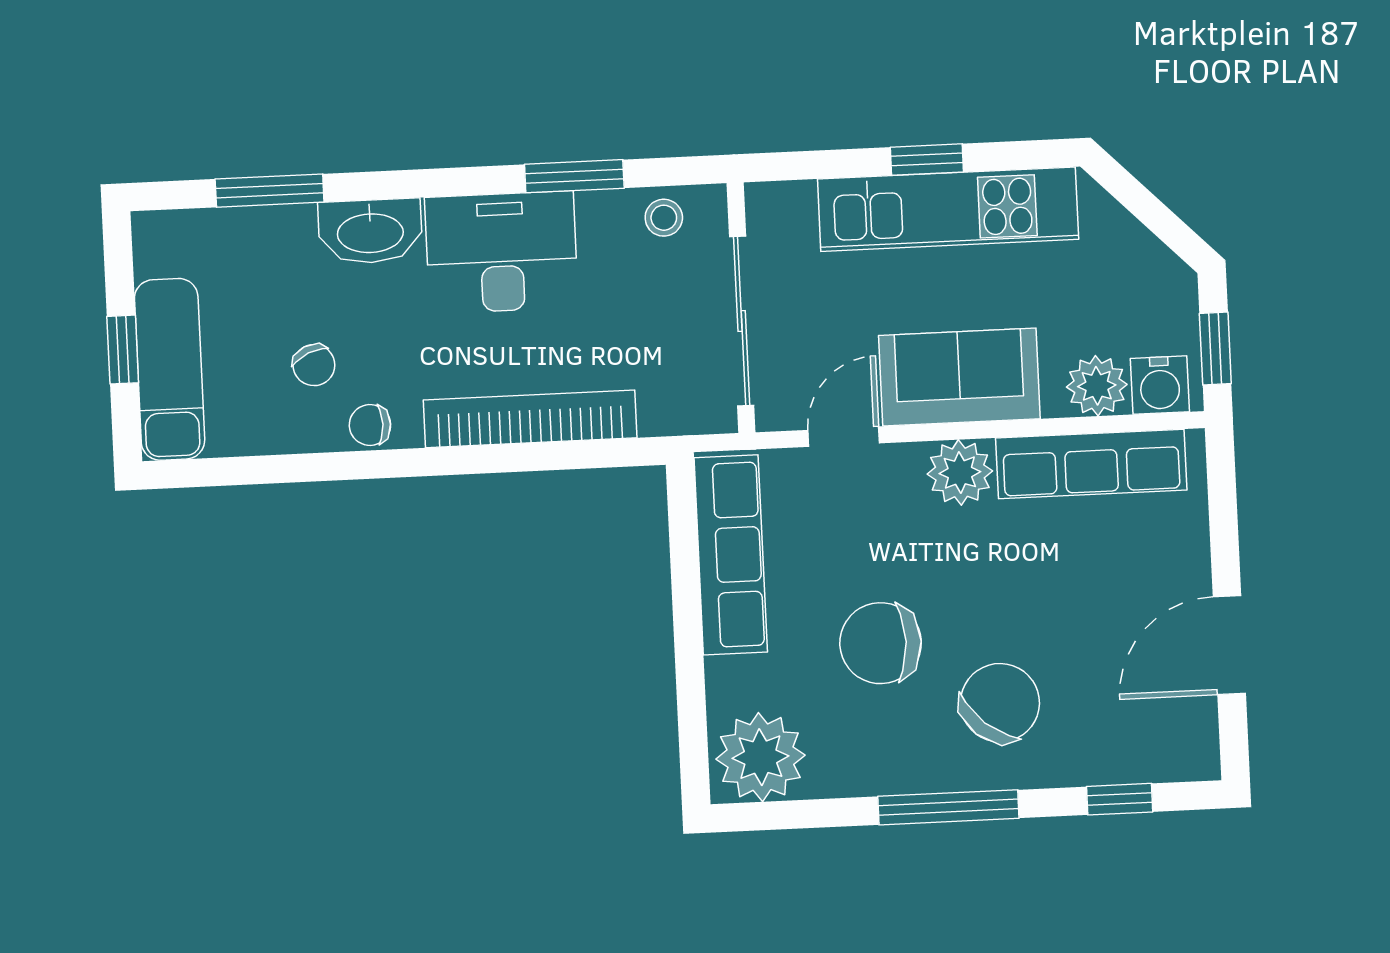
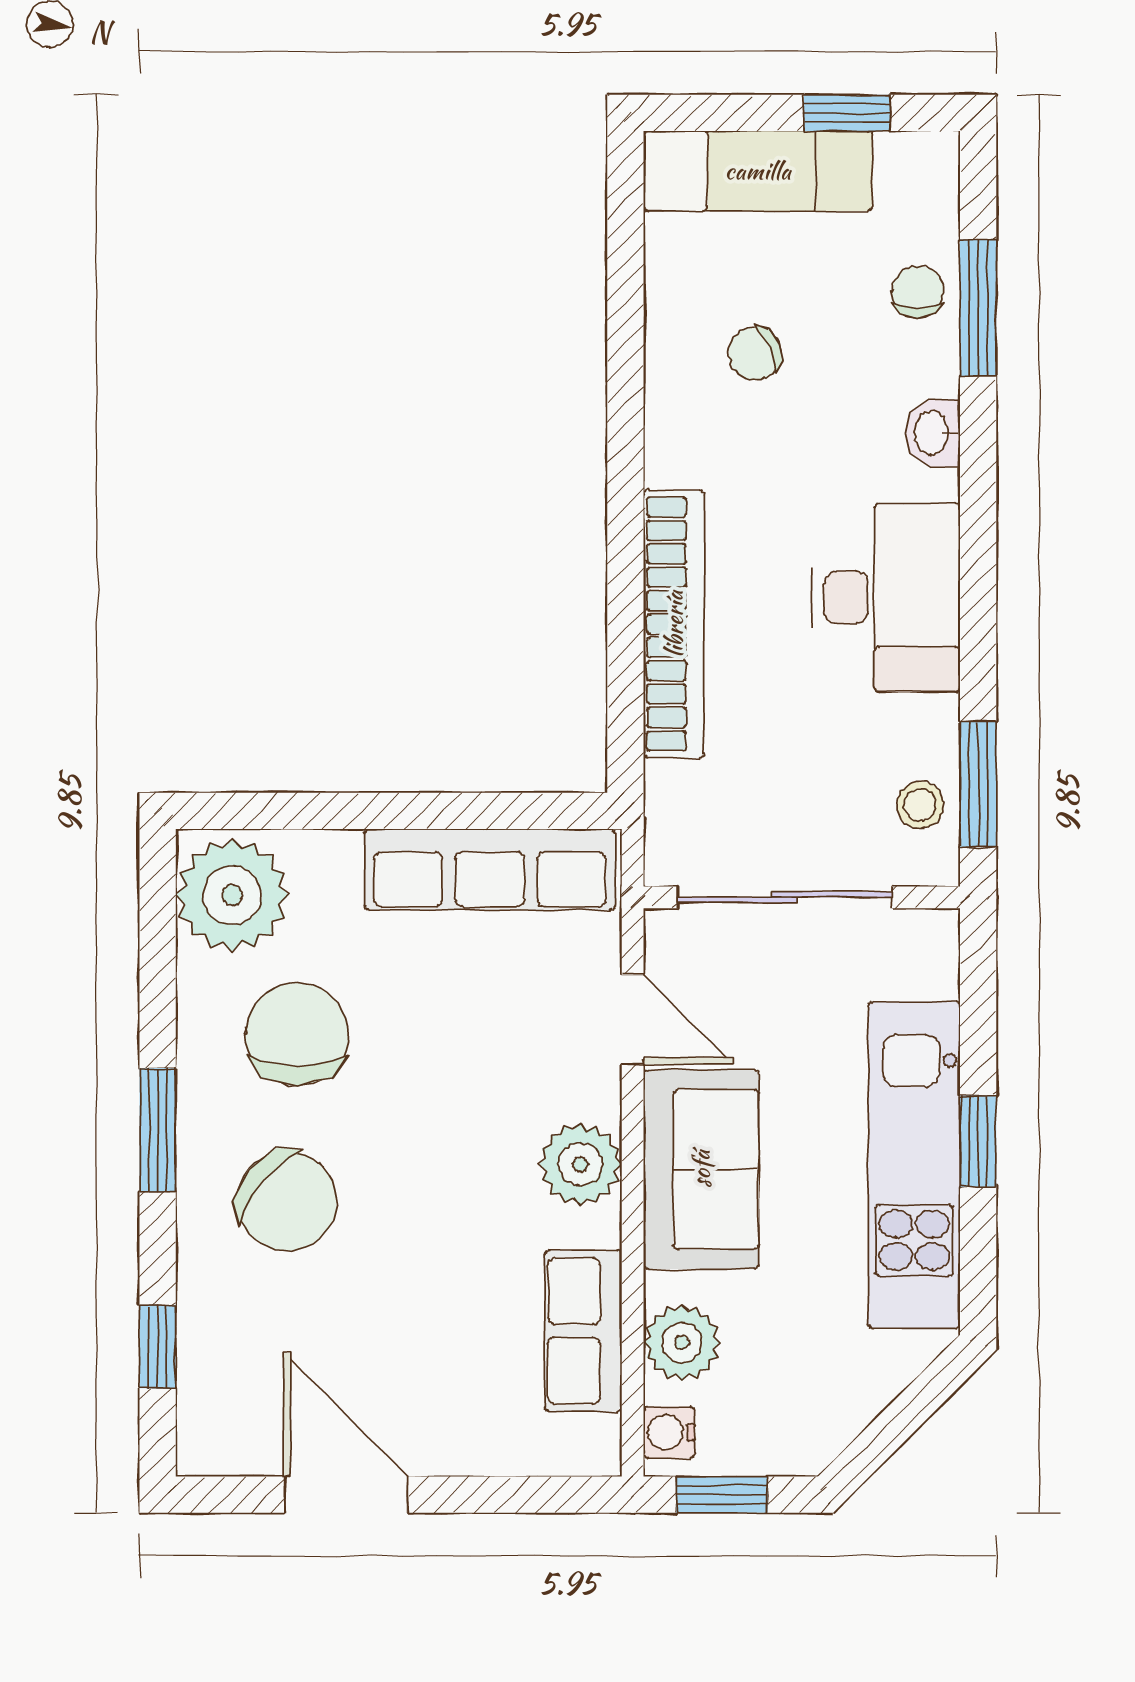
window: (574, 176) -> (978, 784), moved
washbasin: (370, 231) -> (933, 433), width x0.52, depth x0.69
window: (123, 350) -> (847, 113), moved
water cooler: (1160, 385) -> (669, 1432), width x0.72, depth x0.72
chair: (370, 425) -> (918, 292), moved
row of seats: (1091, 464) -> (583, 1331), width x0.68
chair: (881, 643) -> (297, 1034), moved
window: (948, 807) -> (158, 1130), width x0.69

